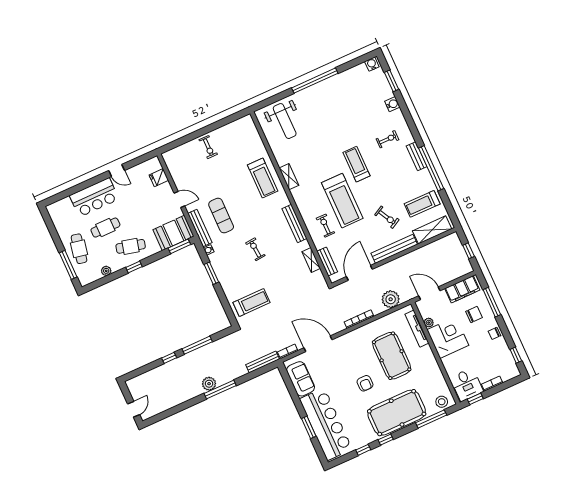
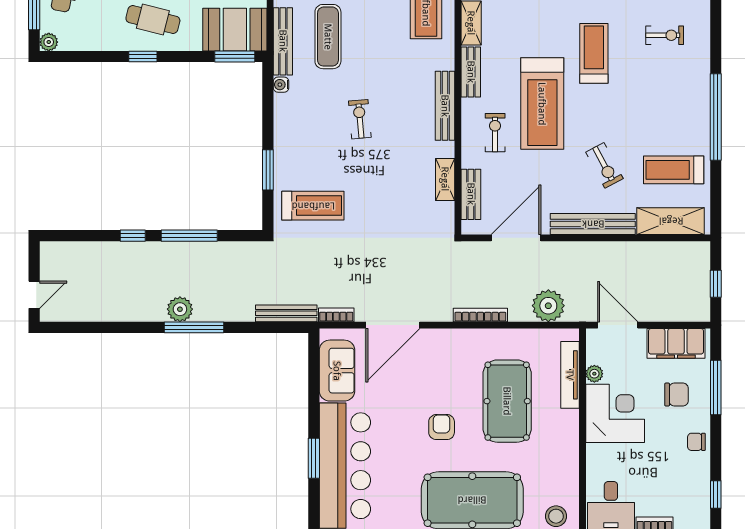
bench: (417, 156) -> (471, 72), moved
plant: (106, 271) -> (49, 42), moved
window: (211, 273) -> (268, 170), moved
door: (318, 344) -> (393, 325), swing flipped
armchair: (365, 383) -> (442, 427), turned 180

